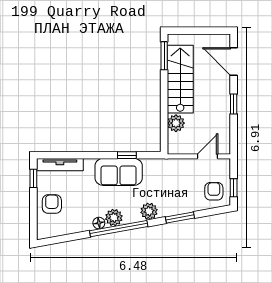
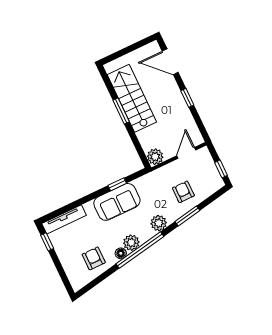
window: (164, 56) -> (121, 111), moved
plant: (176, 123) -> (155, 157), moved
armchair: (214, 191) -> (183, 192), moved
armchair: (52, 204) -> (94, 258), moved

